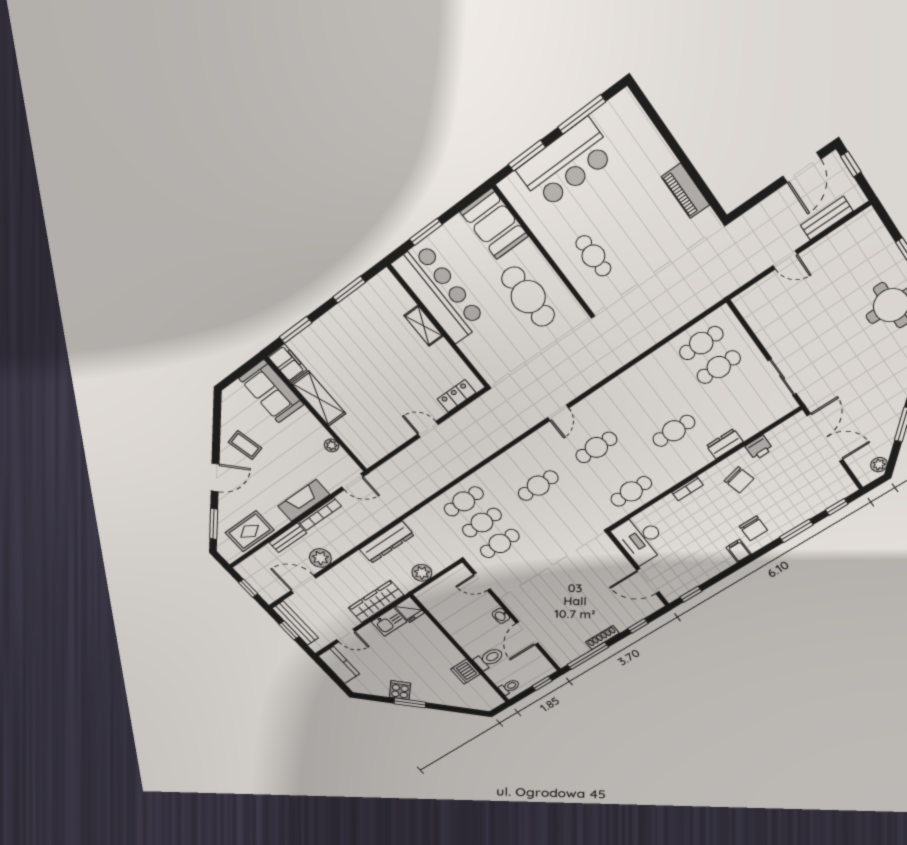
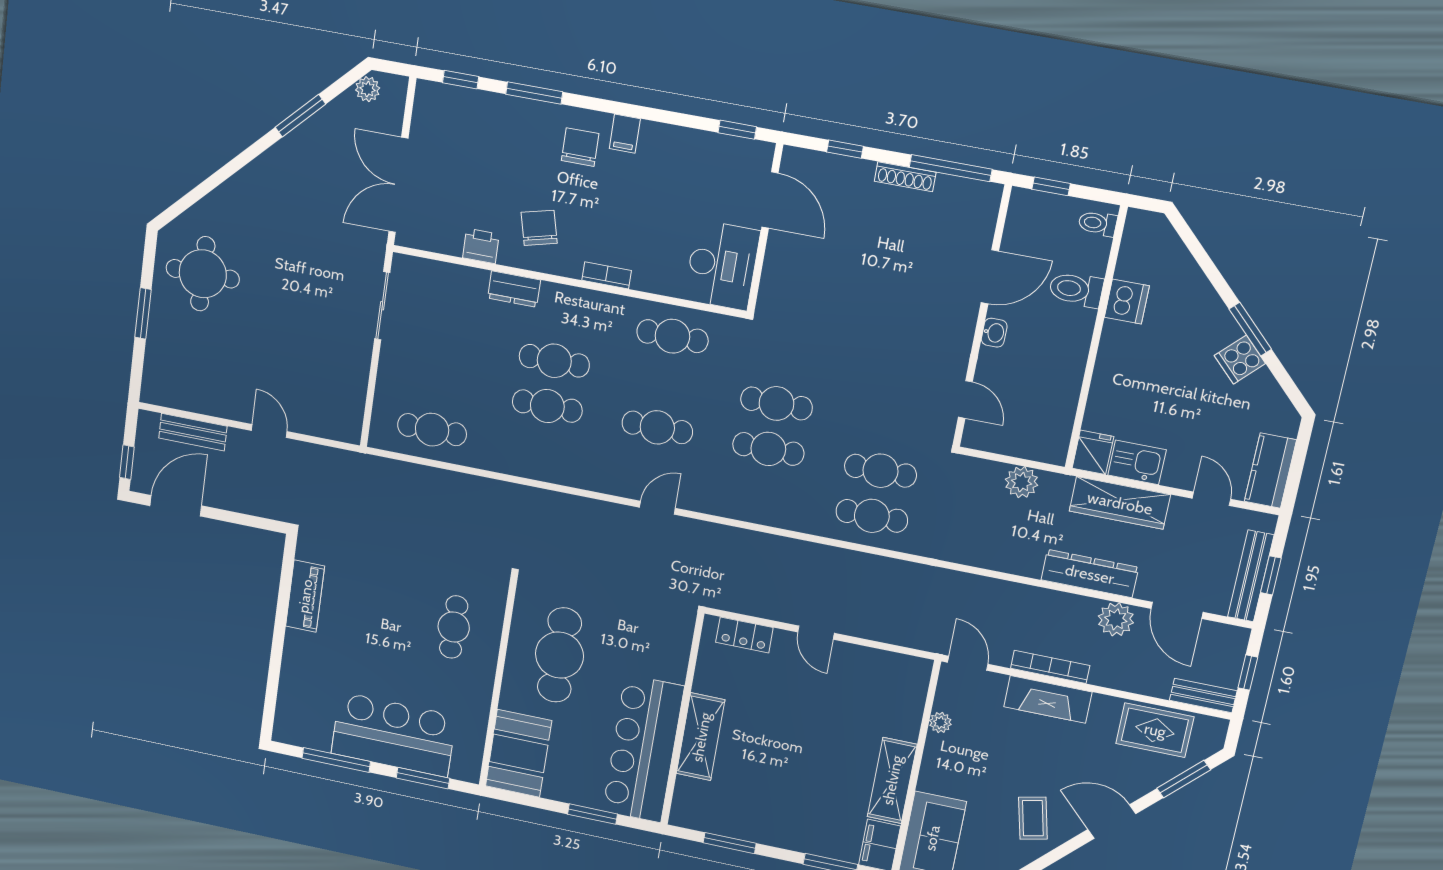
shelving: (424, 326) -> (701, 737), width x1.50, depth x1.33
cafe table: (719, 367) -> (547, 406), moved
bench: (288, 538) -> (1203, 696), moved
dresser: (387, 542) -> (1090, 574), moved
cafe table: (500, 543) -> (776, 403), moved

